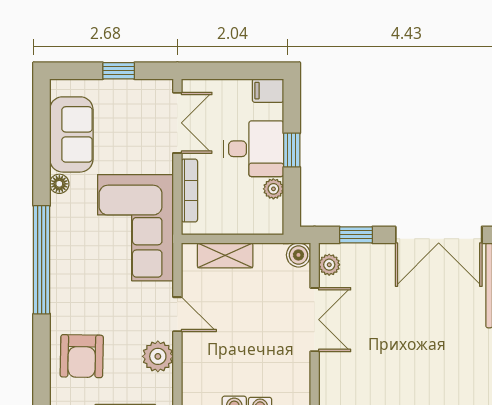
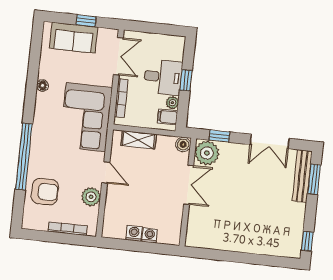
filing cabinet: (268, 91) -> (167, 117), moved
sofa: (71, 134) -> (74, 38), moved, turned 90
double door: (439, 235) -> (270, 141), width x0.73
window: (42, 260) -> (24, 156), moved
plant: (329, 265) -> (207, 153), width x1.88, depth x1.88
armchair: (82, 356) -> (45, 192), turned -91

